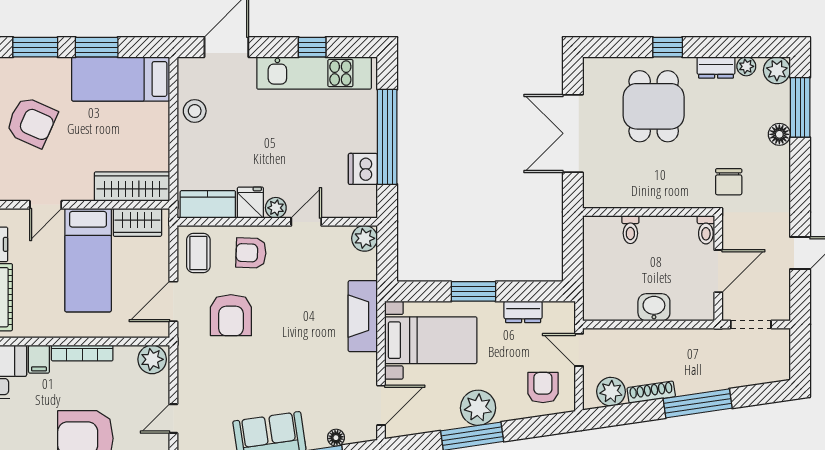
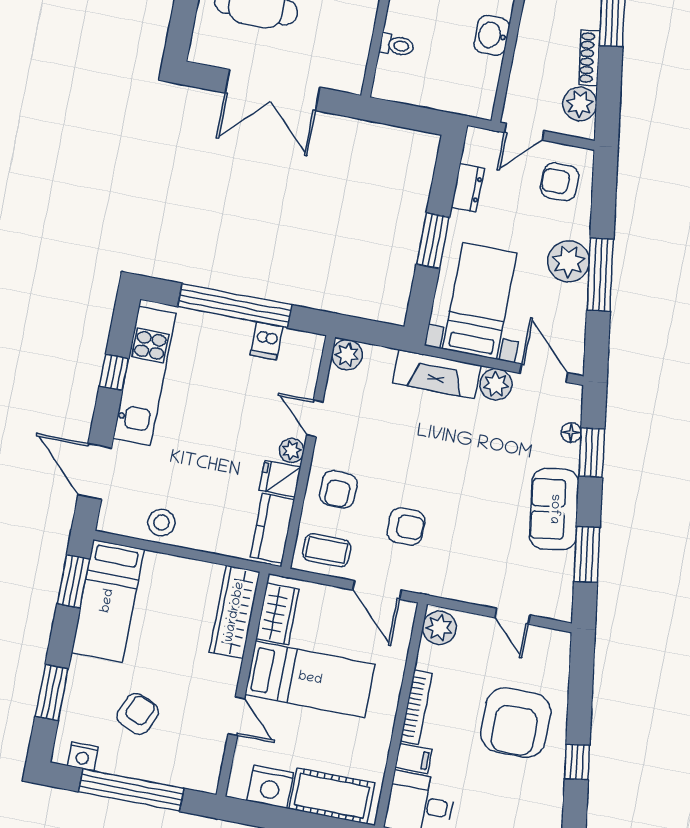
window: (97, 47) -> (73, 581), moved
armchair: (31, 122) -> (138, 714), width x0.72, depth x0.72
dishwasher: (363, 169) -> (266, 341), width x0.73
armchair: (231, 315) -> (406, 526), width x0.72, depth x0.72
plant: (364, 367) -> (496, 384), added

